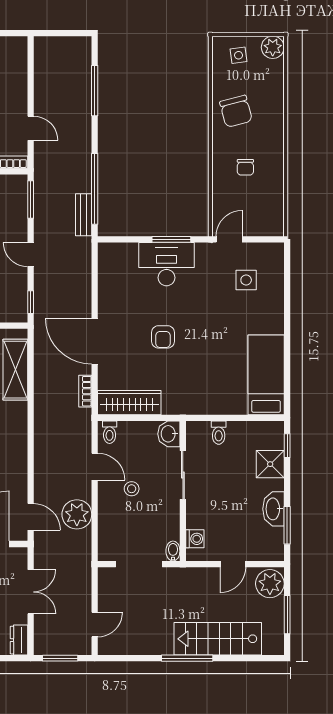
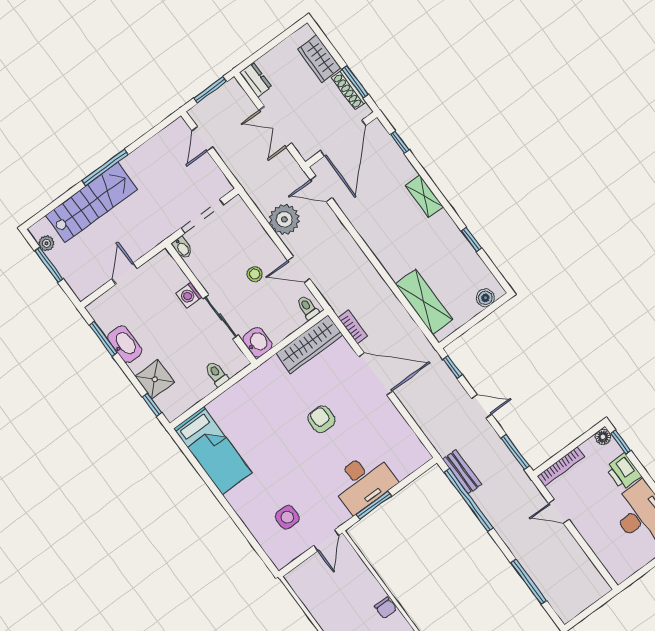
chair: (245, 167) -> (386, 608), moved, turned 180
washing machine: (195, 539) -> (189, 295), moved
plant: (270, 584) -> (46, 243), moved, width x0.53, depth x0.53

